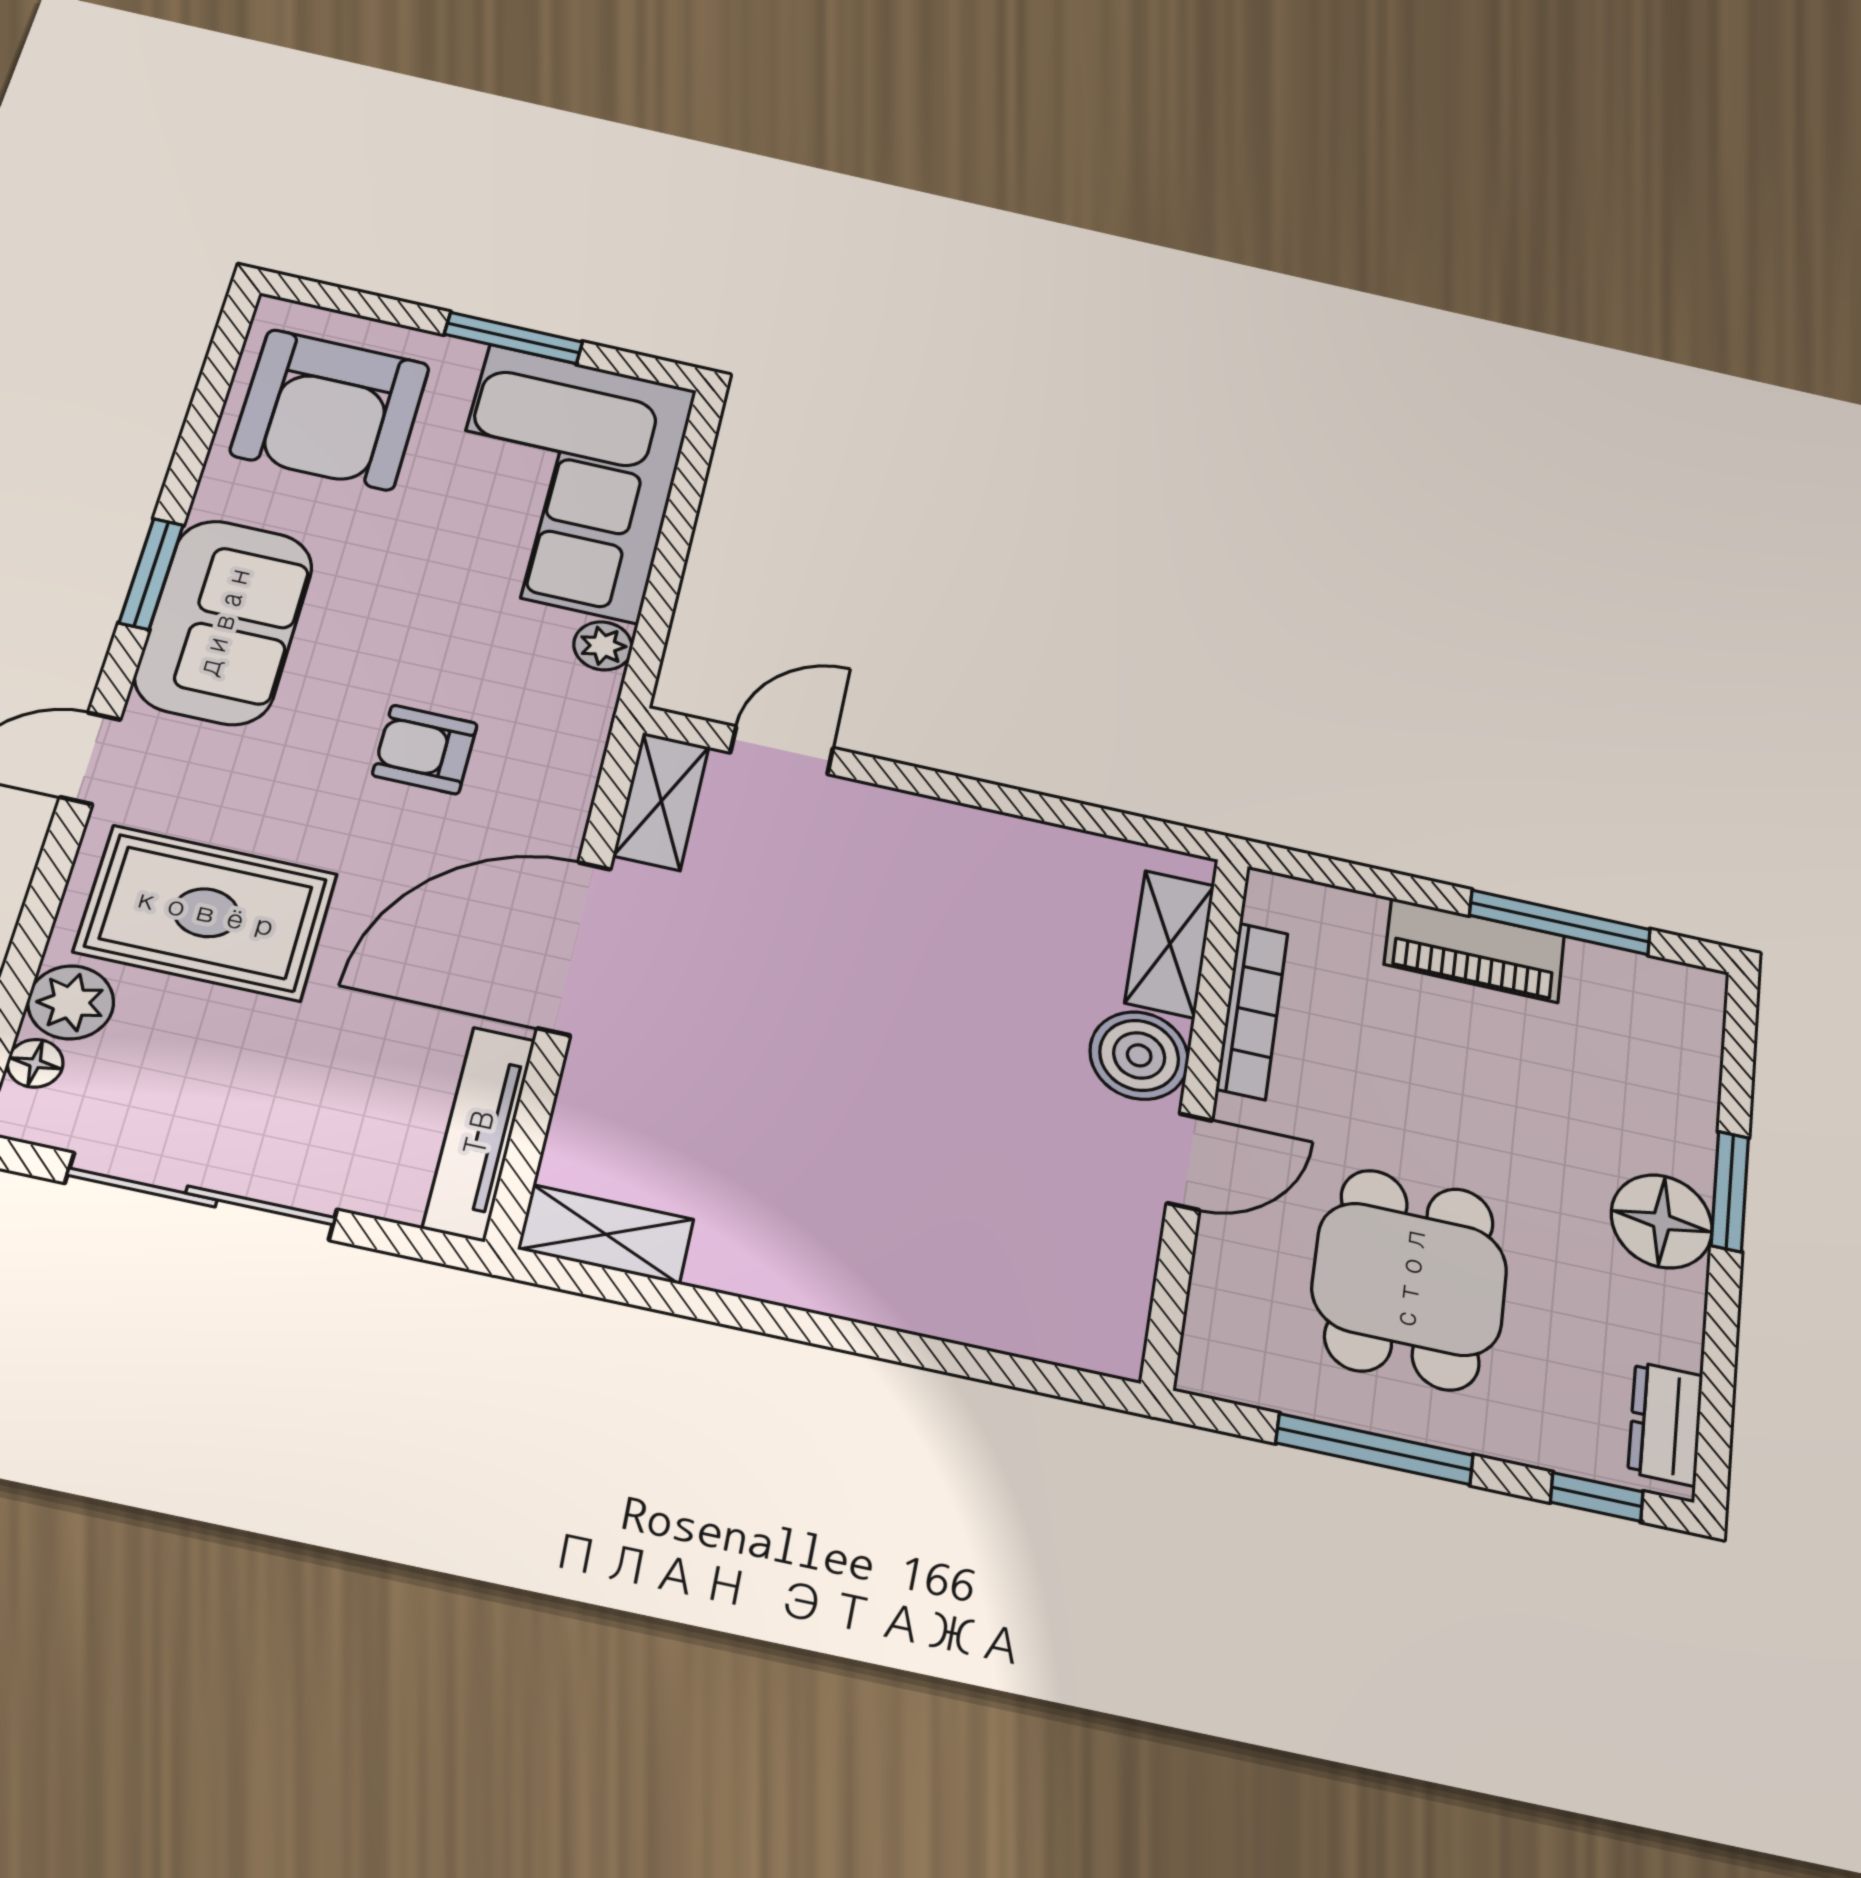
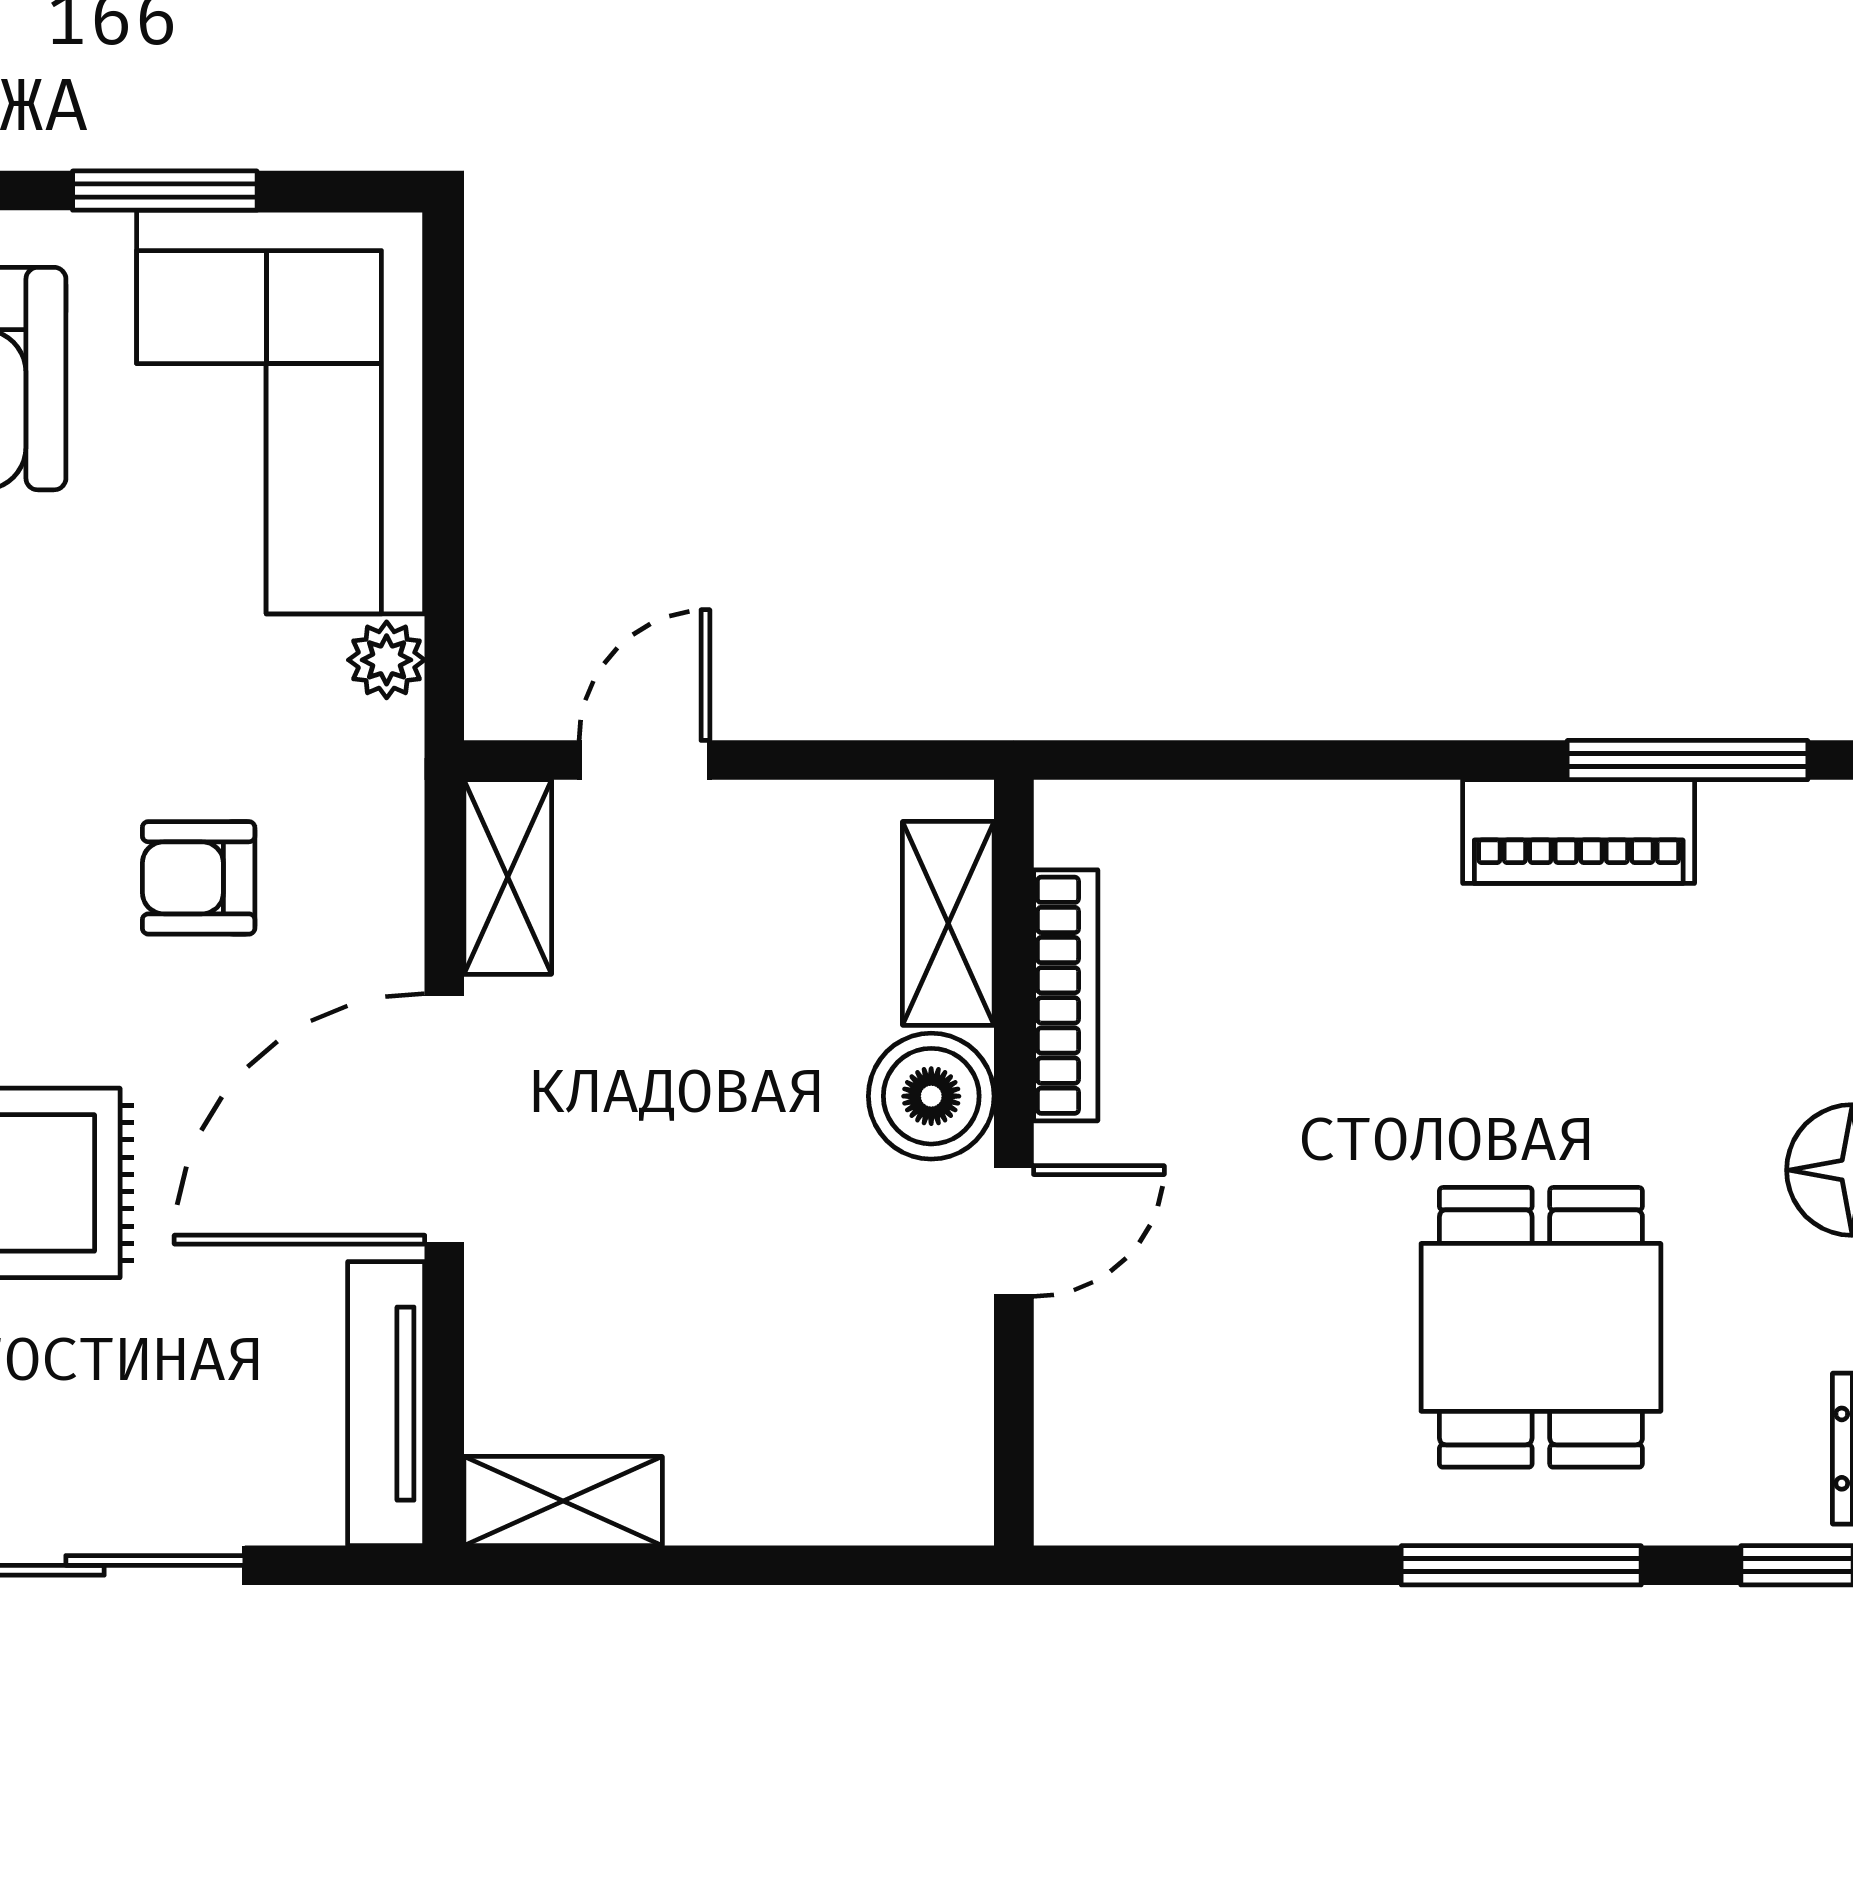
shelving: (1170, 944) -> (948, 923), moved
bookcase: (1252, 1011) -> (1066, 995), moved
boiler: (1139, 1055) -> (931, 1096), moved
wall: (1196, 1115) -> (1014, 1163), moved
door: (1190, 1162) -> (1014, 1231), moved

